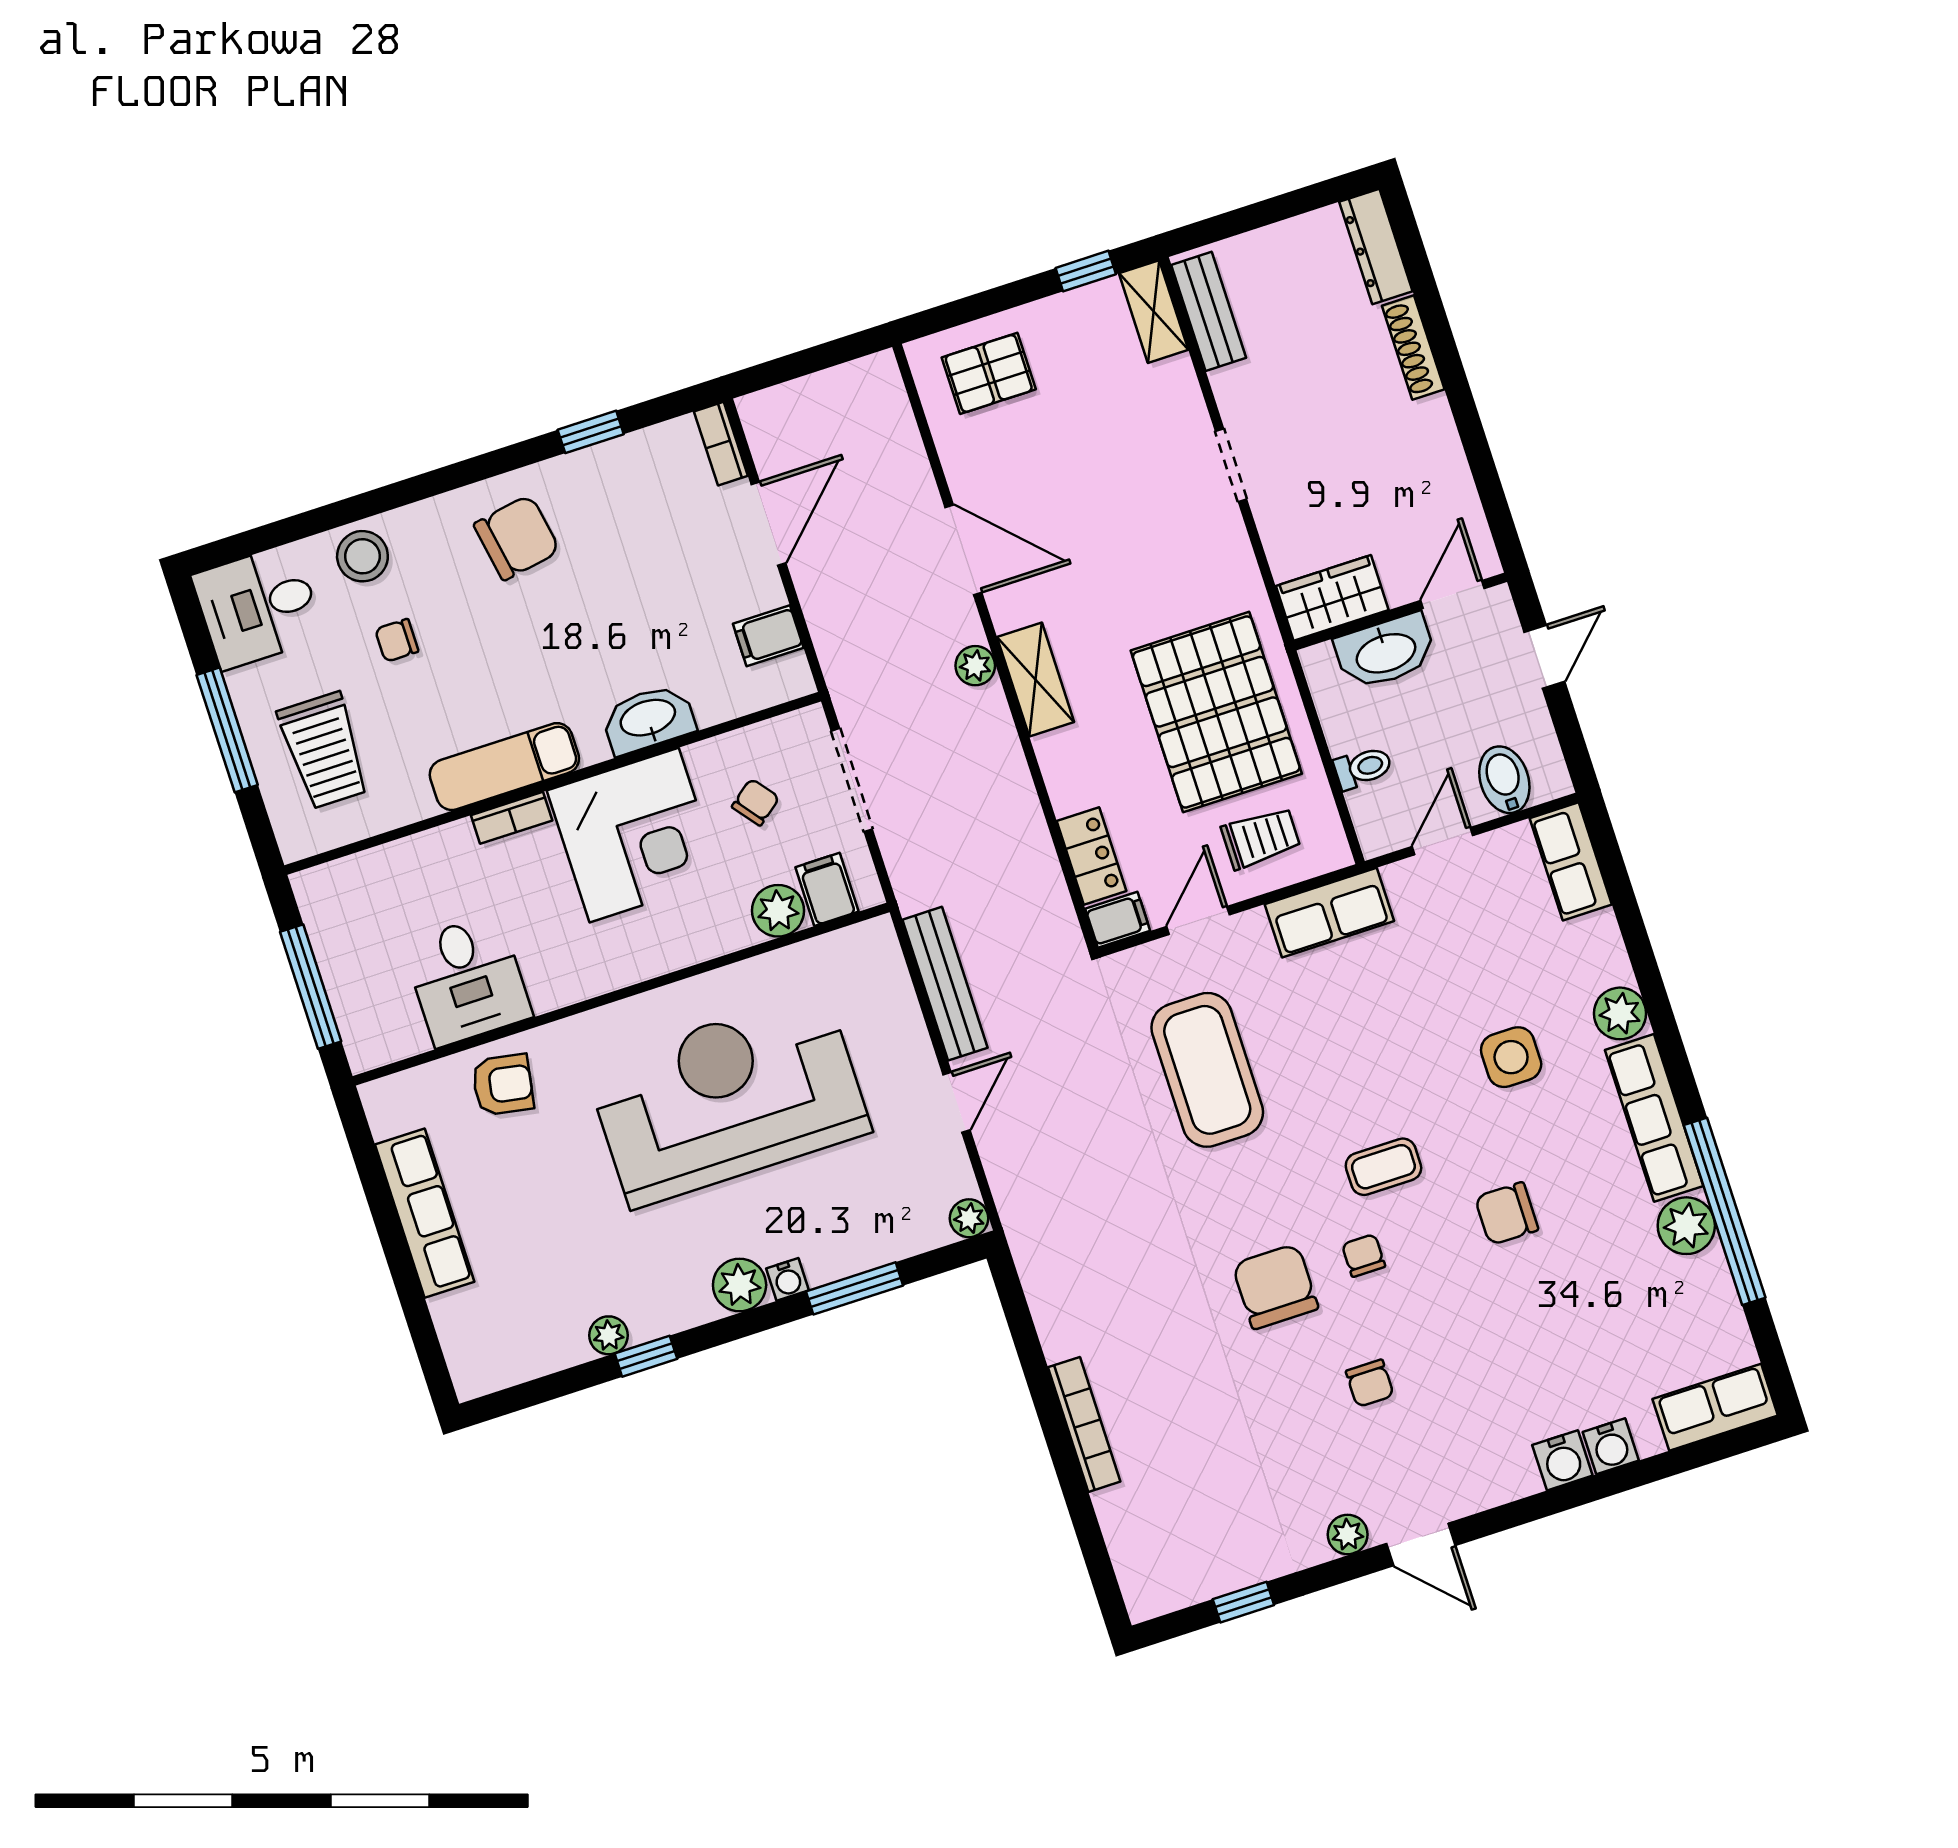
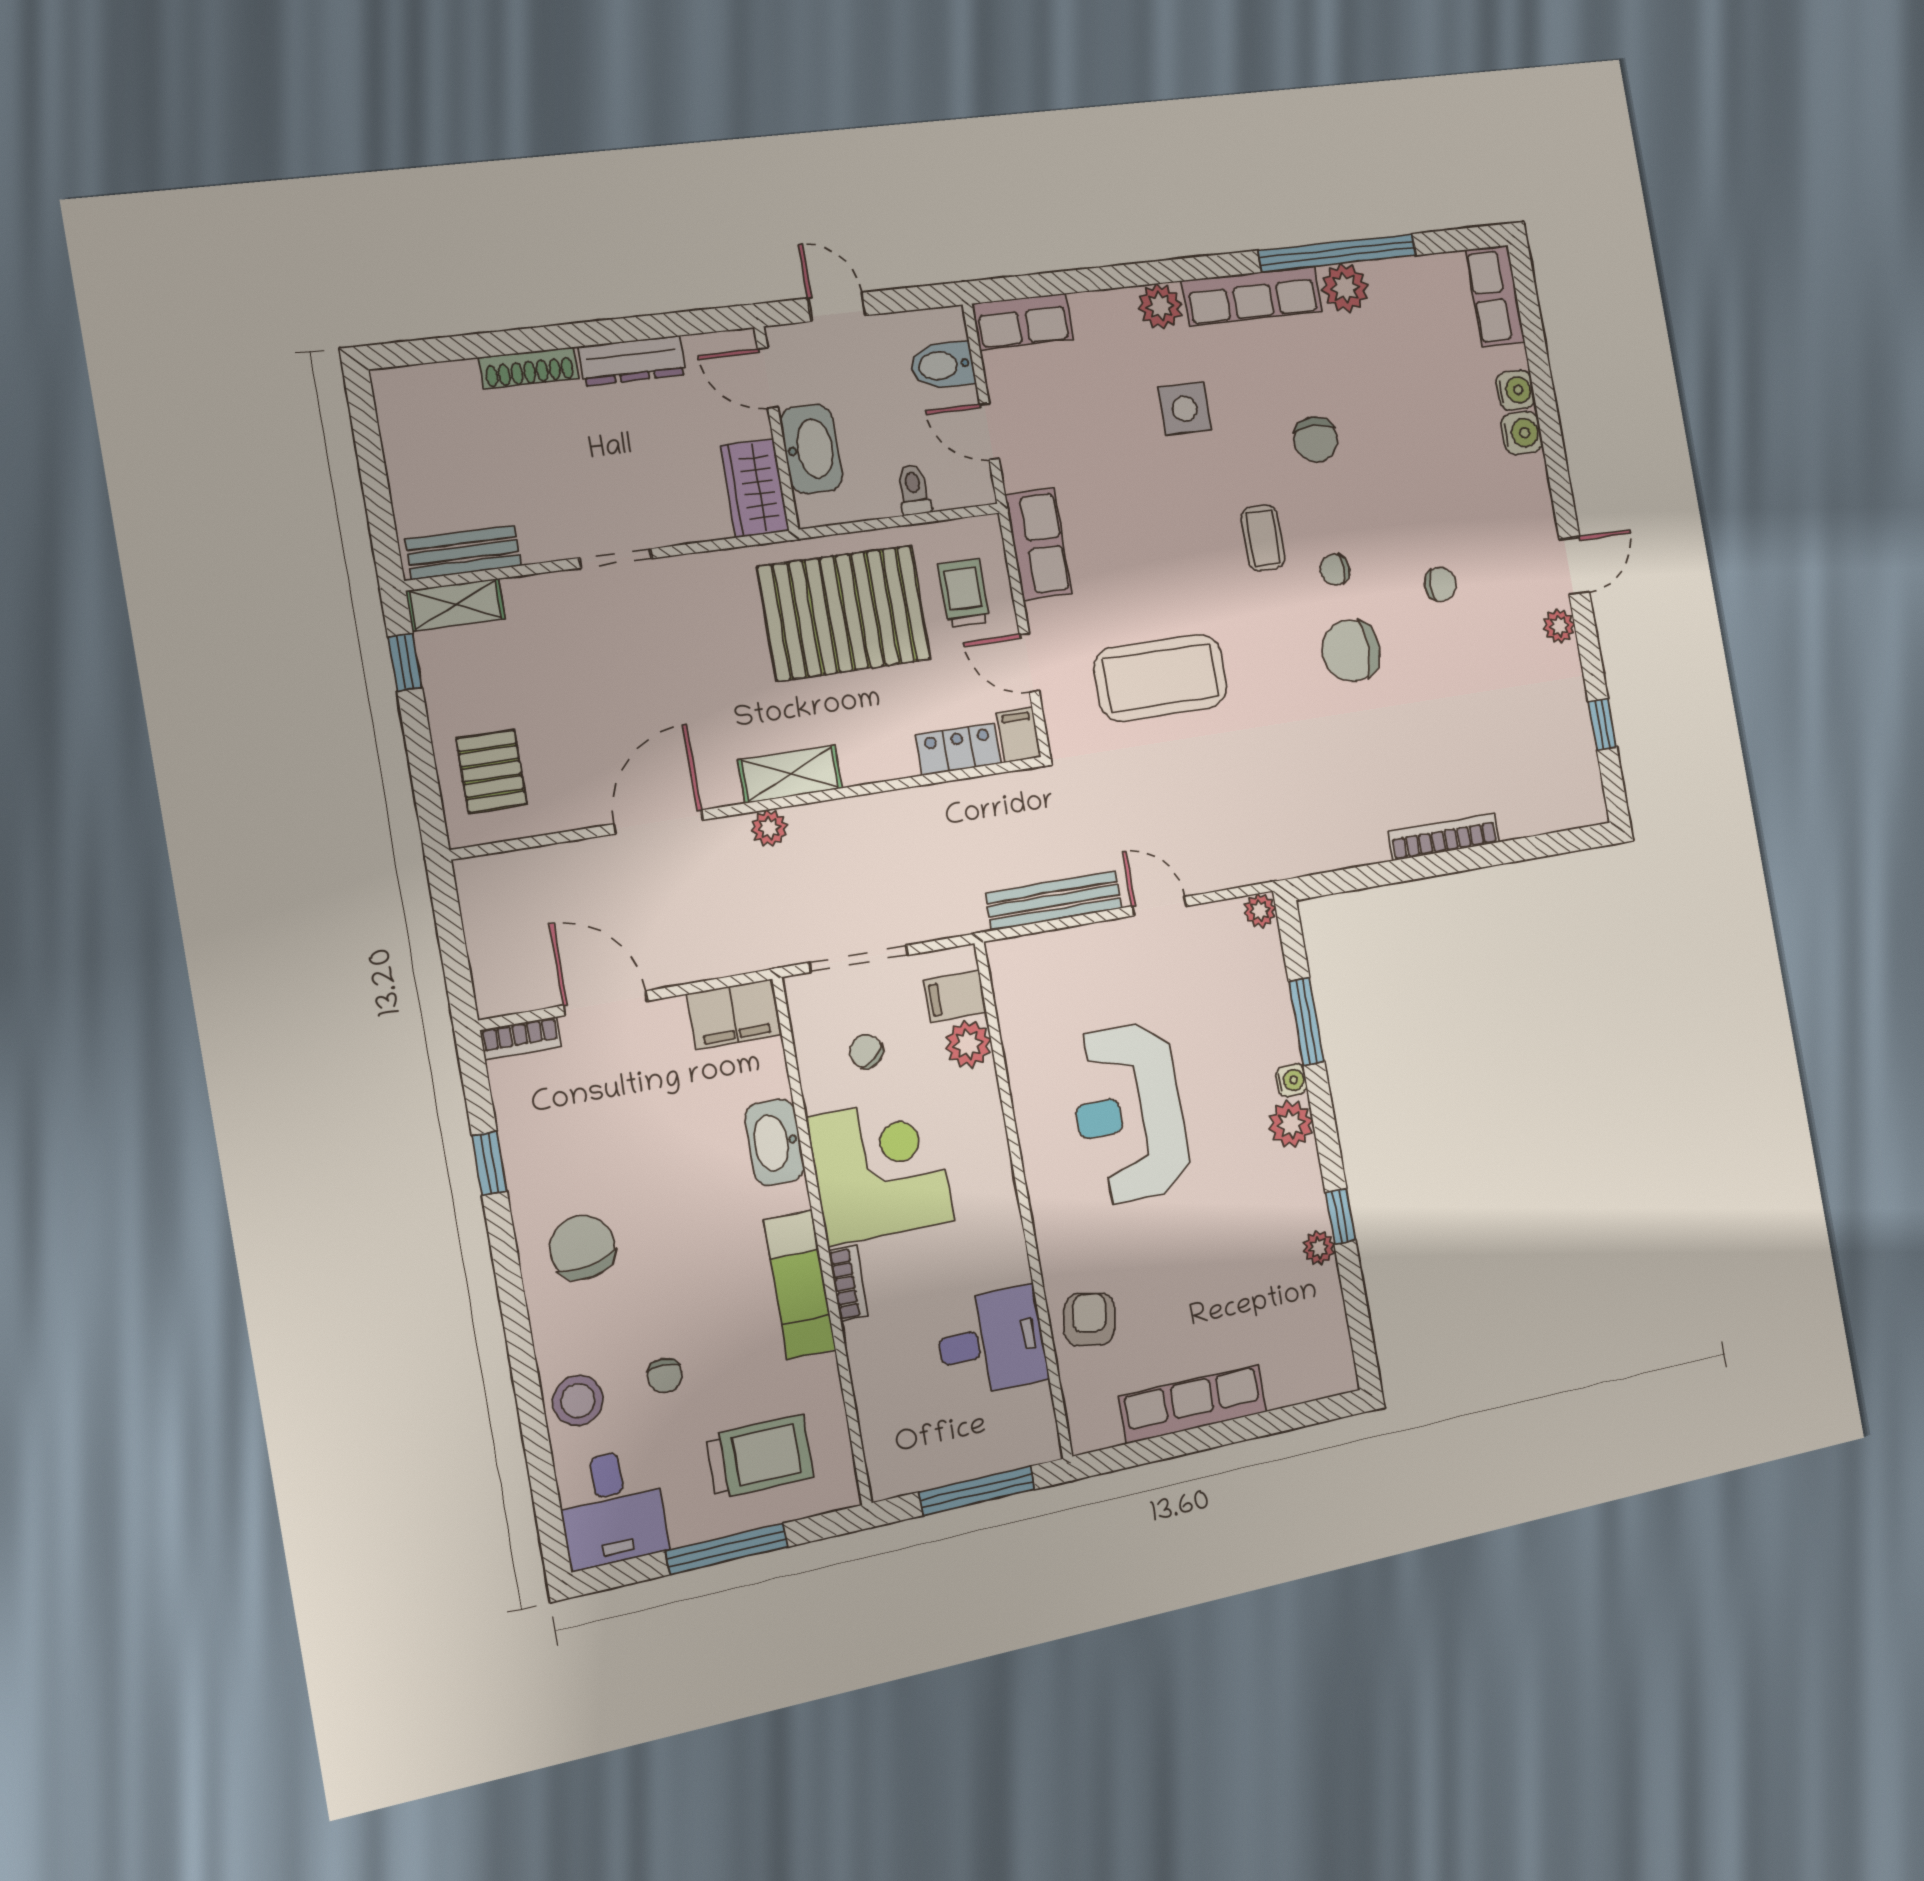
dresser: (1376, 247) -> (632, 361), moved
filing cabinet: (768, 636) -> (734, 1014), width x2.00
reception desk: (728, 1099) -> (1129, 1113), width x0.74, depth x0.77

